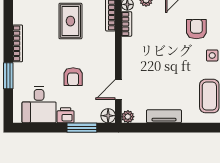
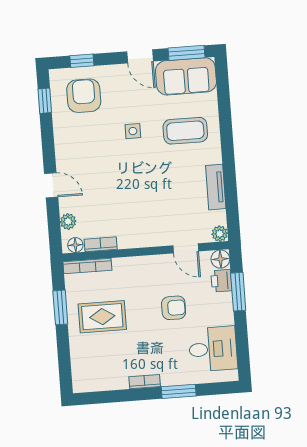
armchair: (196, 29) -> (100, 154), removed
bookcase: (18, 43) -> (145, 382), width x0.64
printer: (66, 115) -> (221, 281), moved

